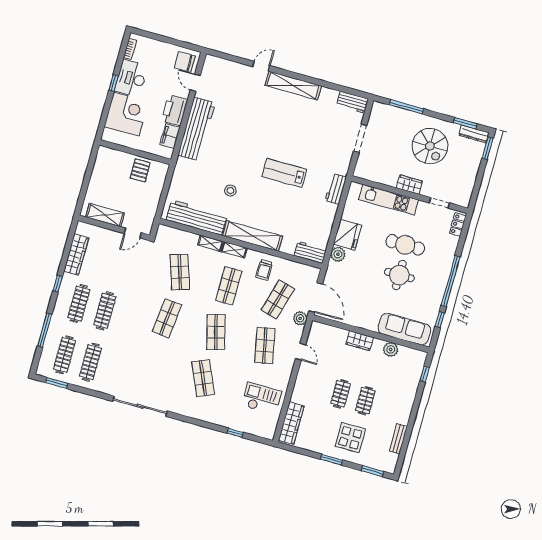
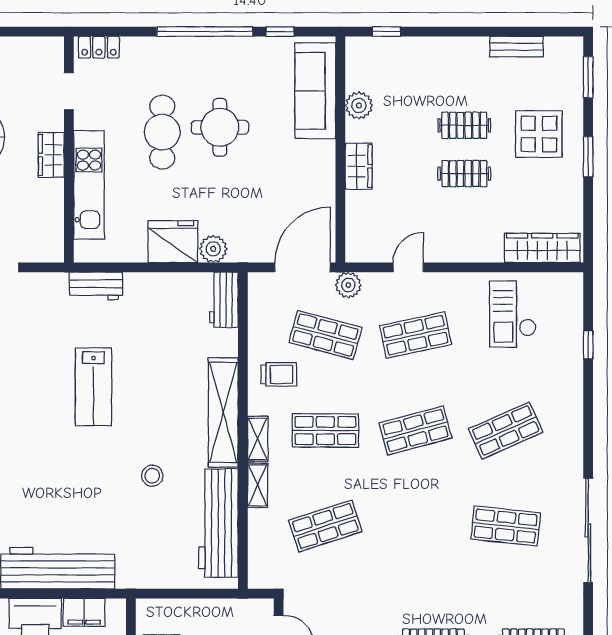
shop shelf: (167, 318) -> (506, 526), moved

